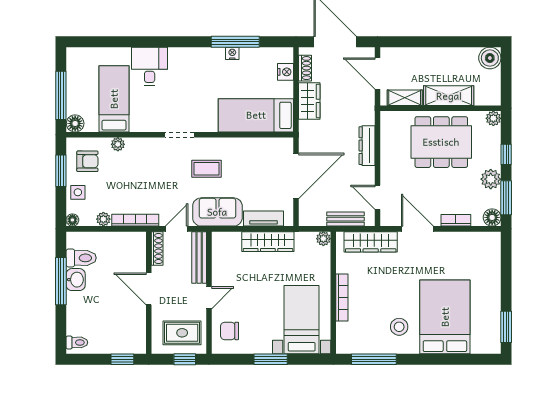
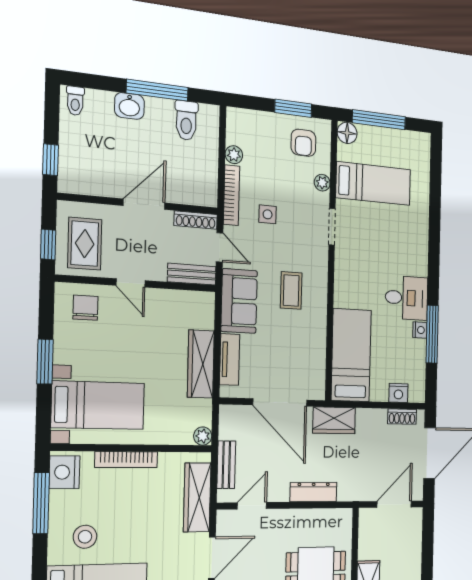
desk: (150, 66) -> (407, 298), moved
shelving: (405, 98) -> (367, 538), removed
wardrobe: (309, 101) -> (334, 420), moved
doorway: (180, 135) -> (332, 227), moved
side table: (78, 192) -> (268, 214), moved
floor lamp: (72, 220) -> (234, 115), removed
bench: (199, 257) -> (192, 274), width x0.73
washbasin: (76, 280) -> (129, 106), moved
nightstand: (351, 343) -> (64, 472), added

